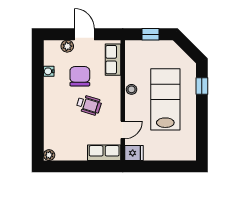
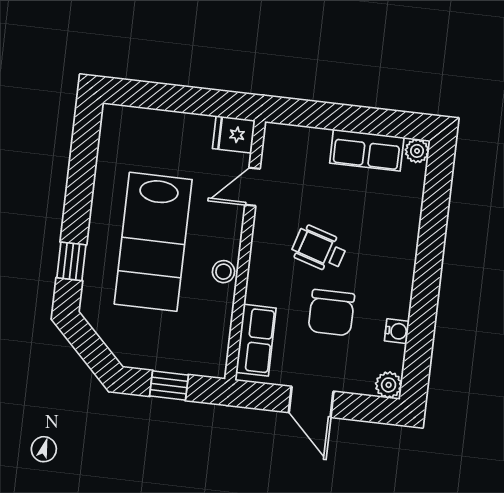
plant: (67, 46) -> (389, 385), moved
row of seats: (104, 153) -> (367, 150), moved

